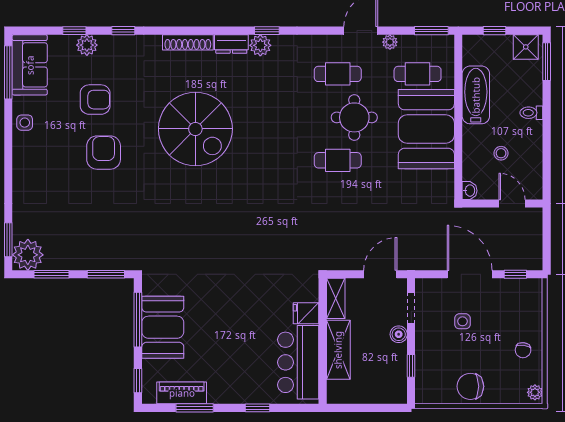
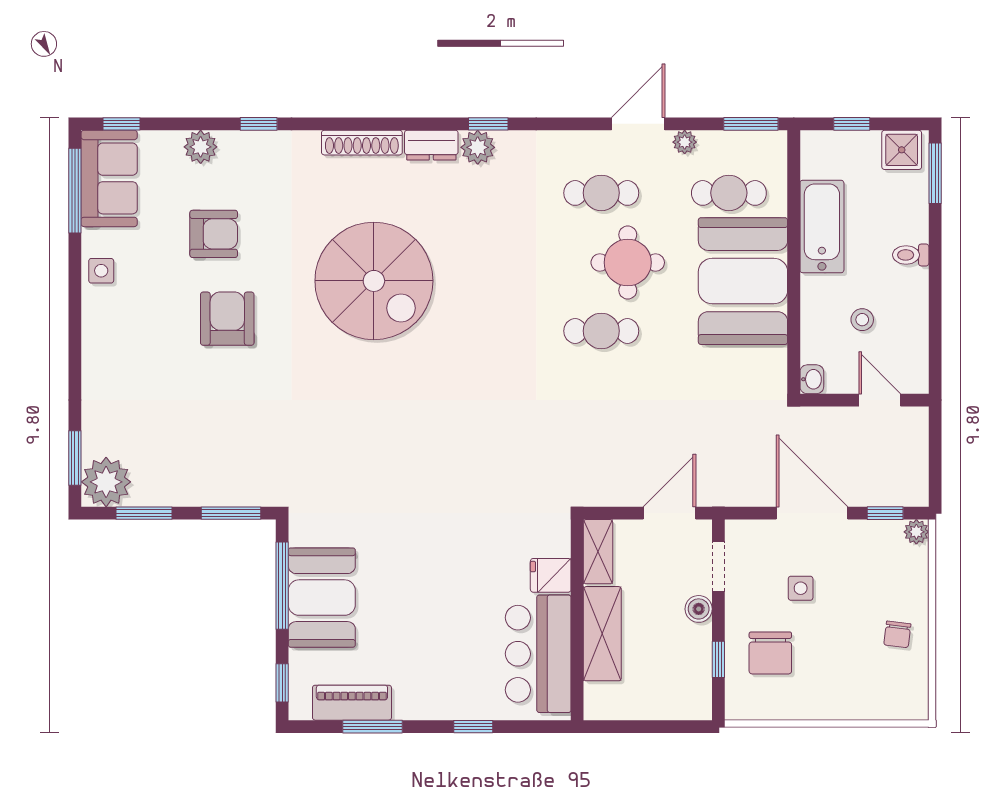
window: (74, 31) -> (121, 124), moved
chair: (470, 386) -> (770, 653), moved, turned -90
plant: (535, 392) -> (916, 532), moved

